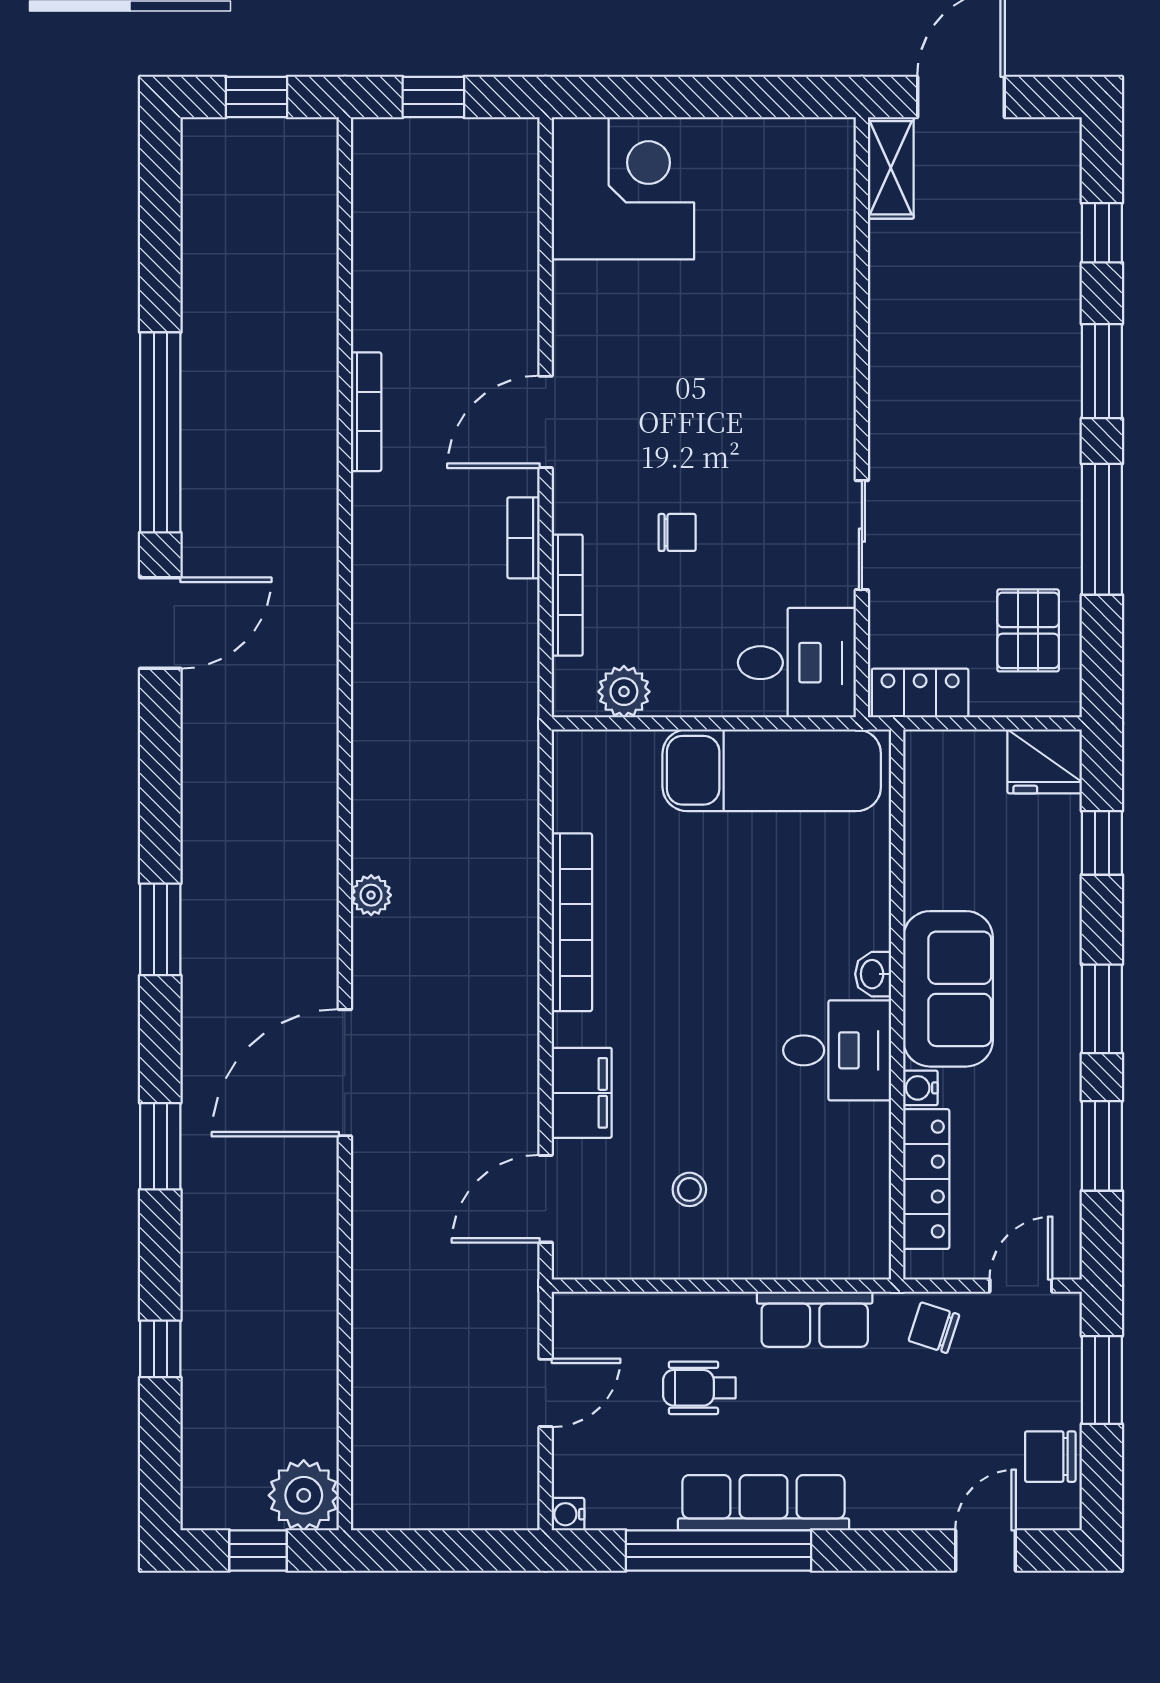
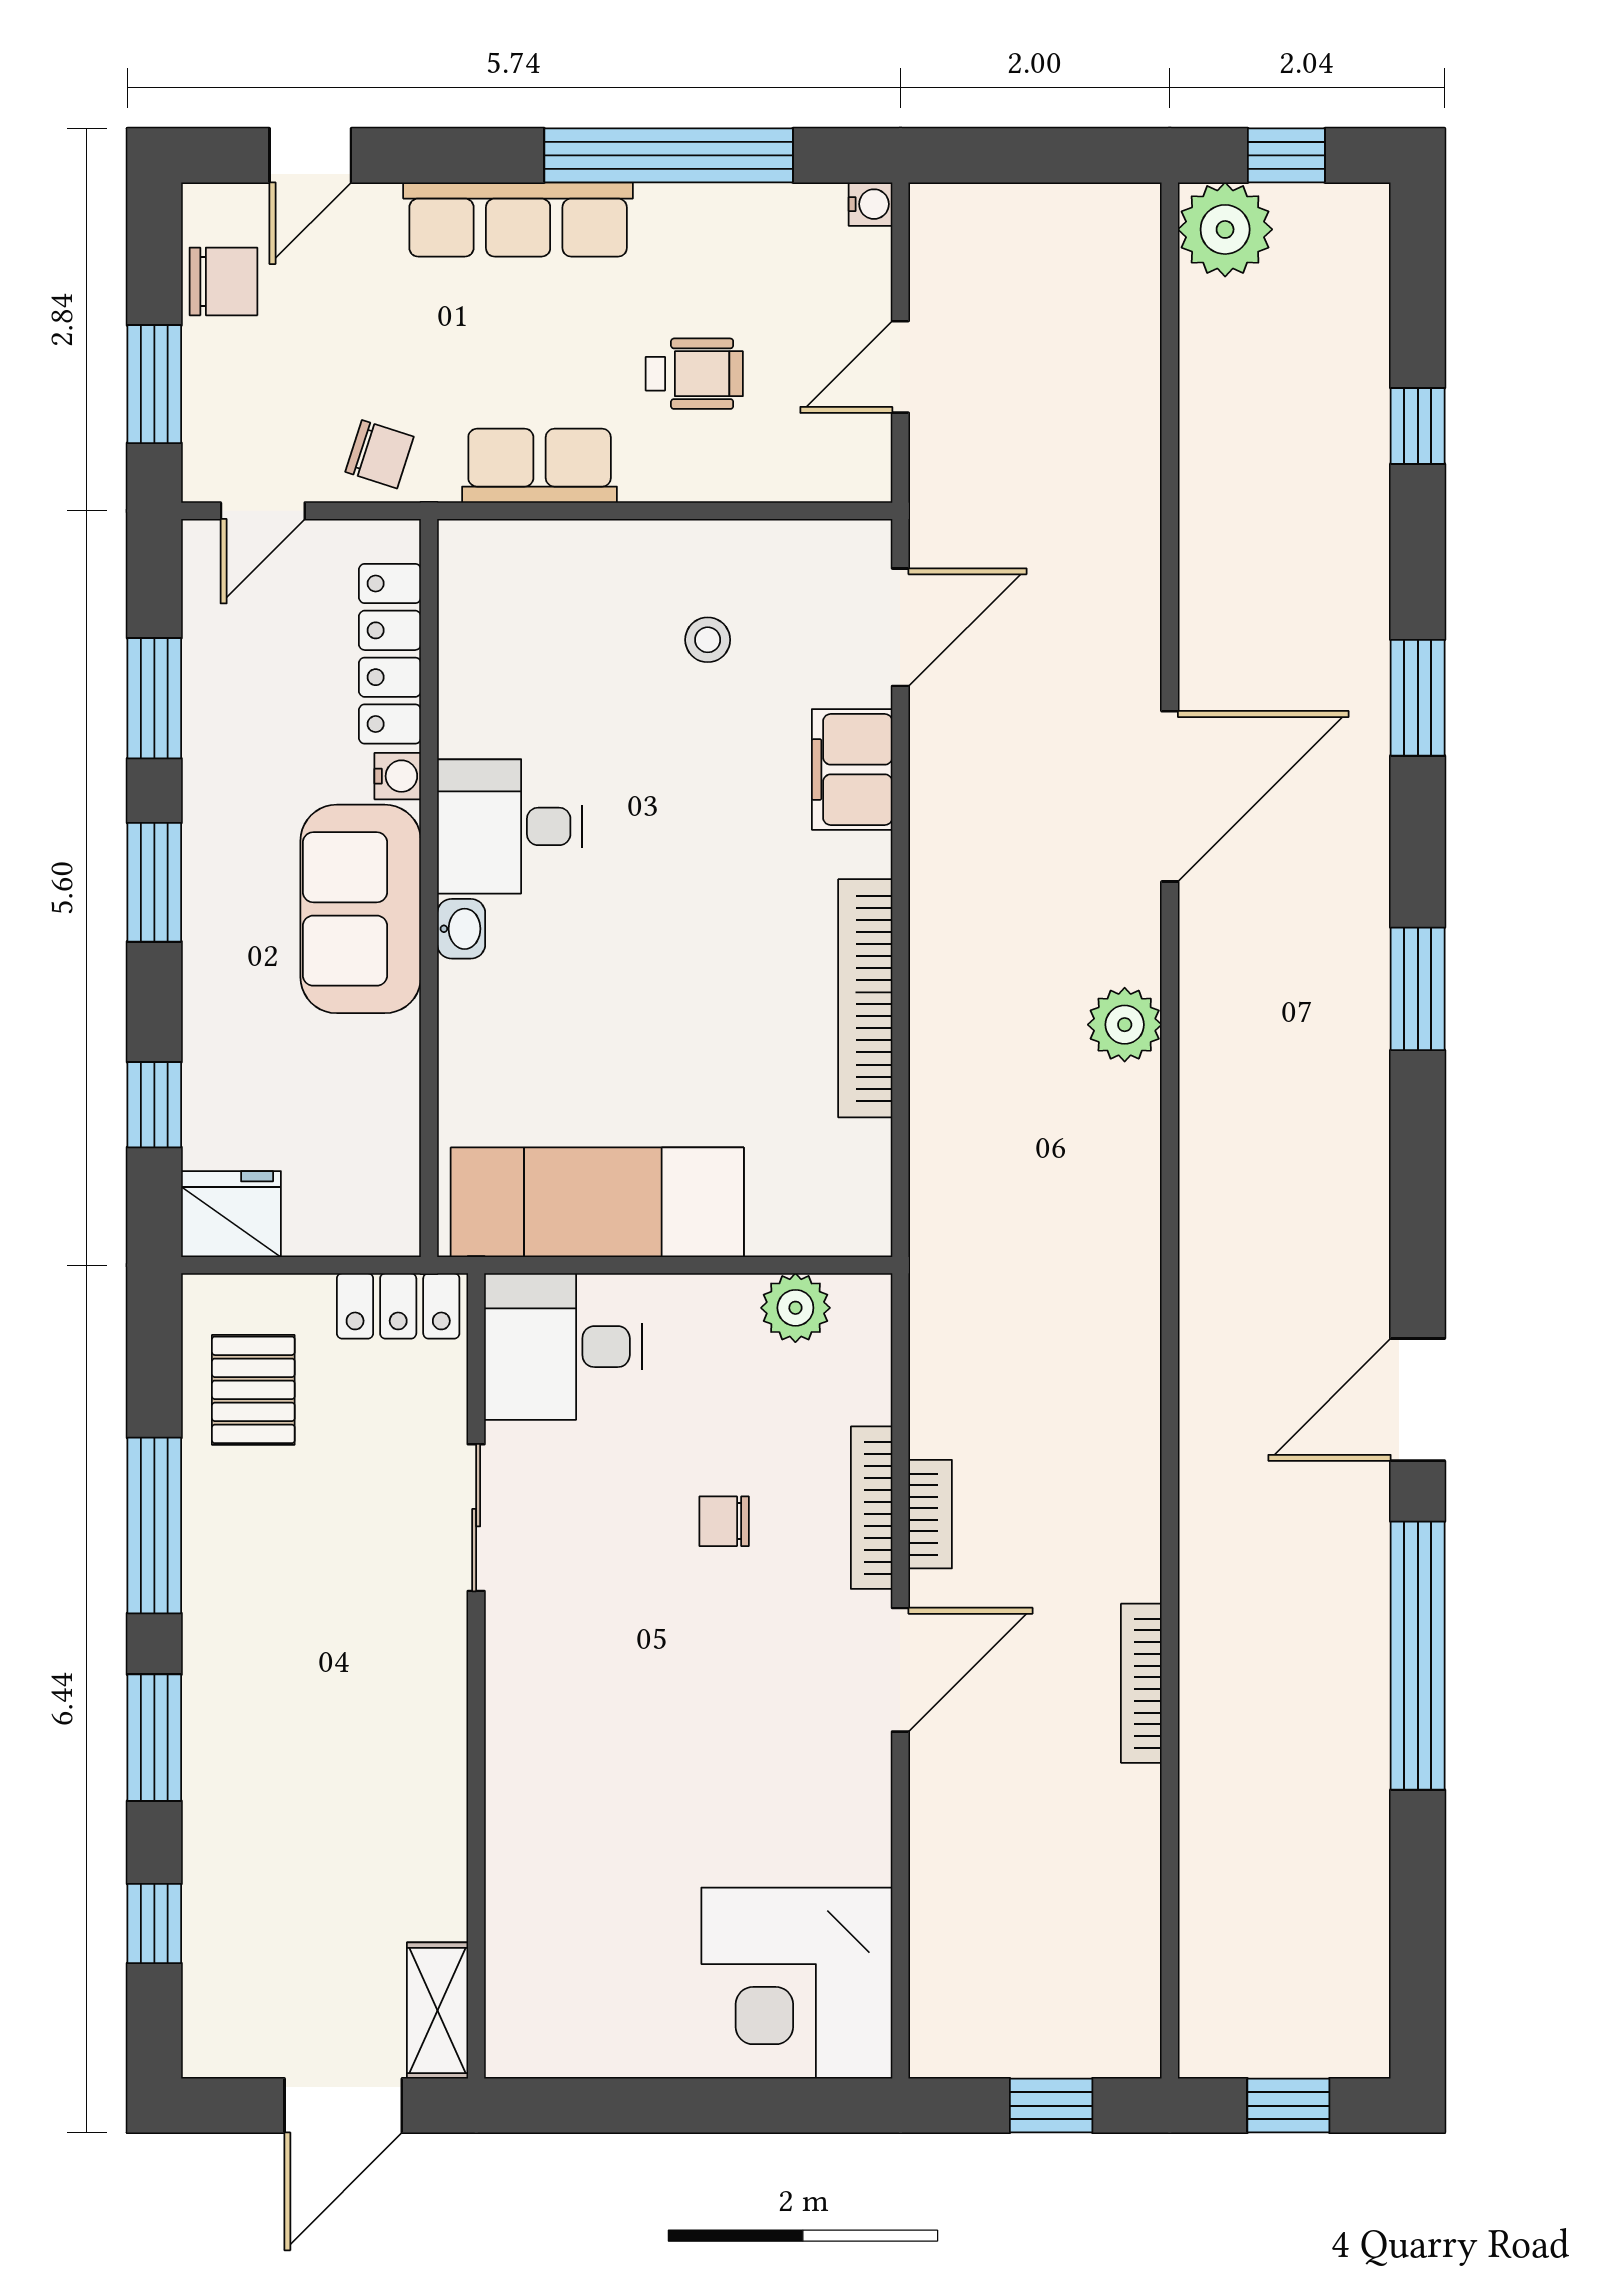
bookcase: (567, 595) -> (872, 1508), moved
plant: (371, 895) -> (1125, 1025), width x1.38, depth x1.38
row of seats: (764, 1503) -> (518, 219), moved

